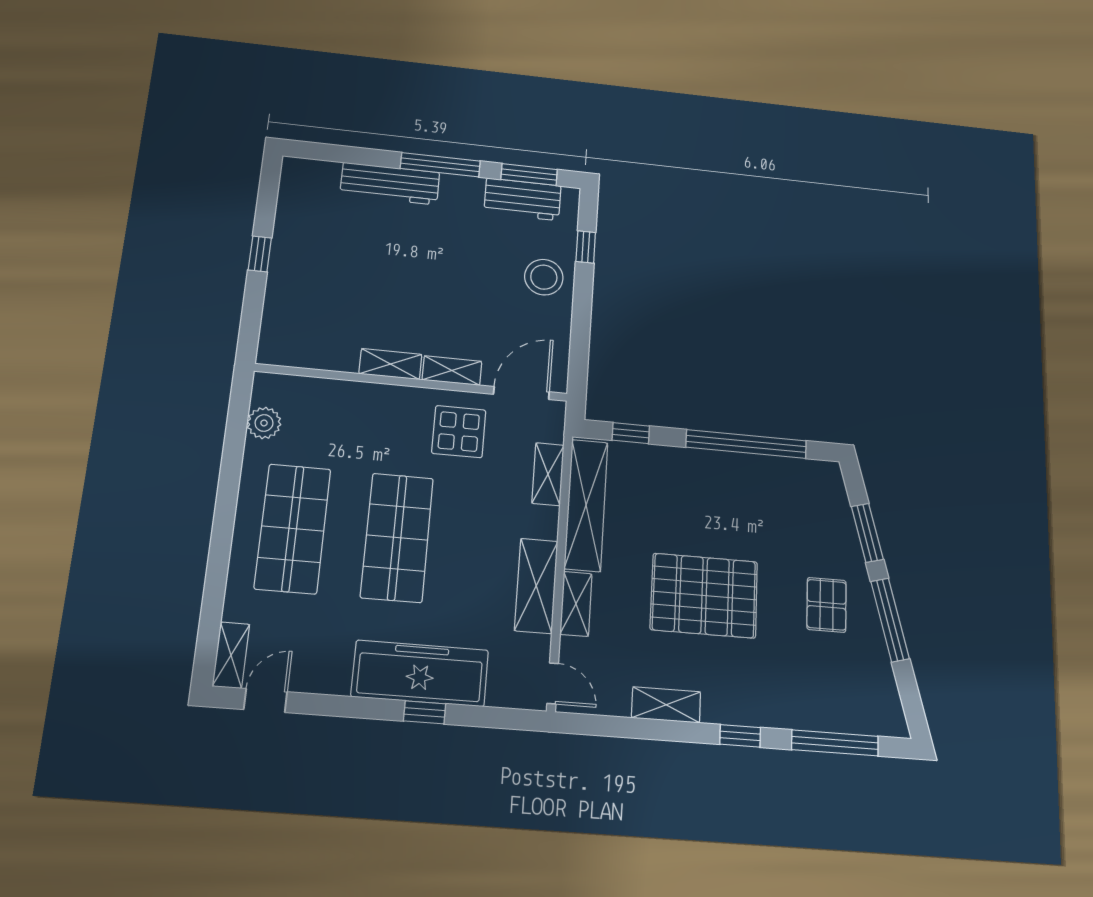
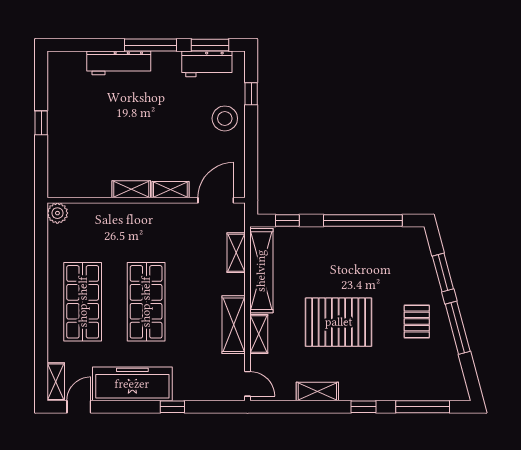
plant: (264, 423) -> (57, 213), moved
display table: (459, 432) -> (178, 230), removed
freezer: (420, 673) -> (132, 384), moved

